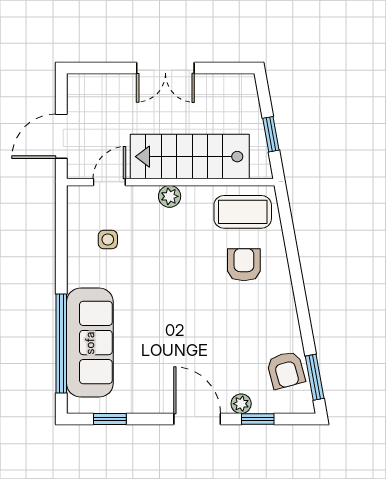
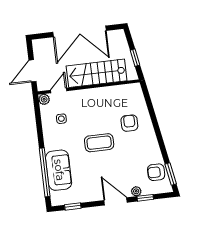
double door: (165, 68) -> (80, 31), width x1.87
plant: (170, 196) -> (44, 99), moved
coffee table: (243, 212) -> (99, 143), moved
sofa: (90, 343) -> (59, 170), width x0.73
armchair: (286, 370) -> (156, 172), turned 105

